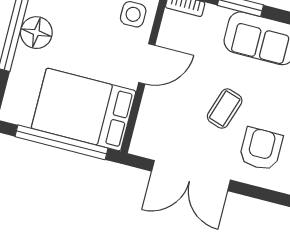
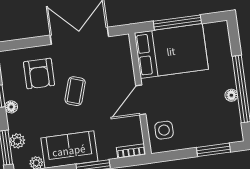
floor lamp: (36, 33) -> (231, 95), width x0.53, depth x0.53
window: (61, 142) -> (177, 22), width x0.68

